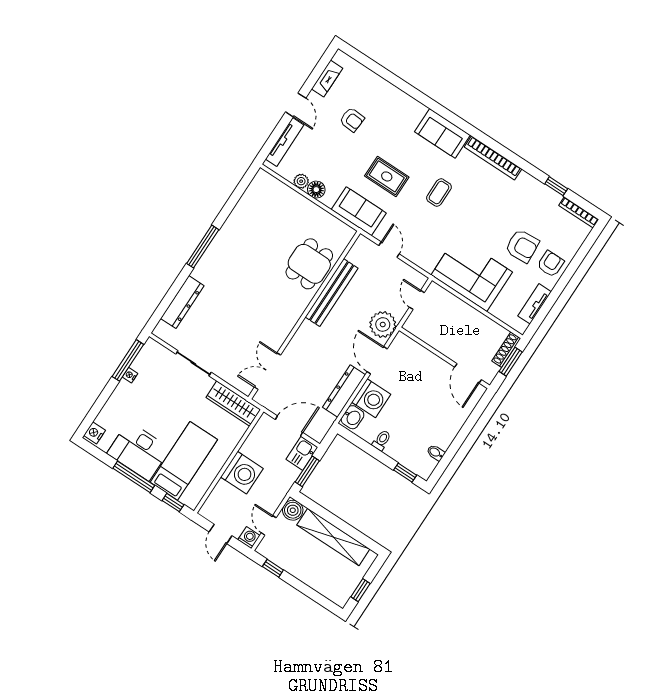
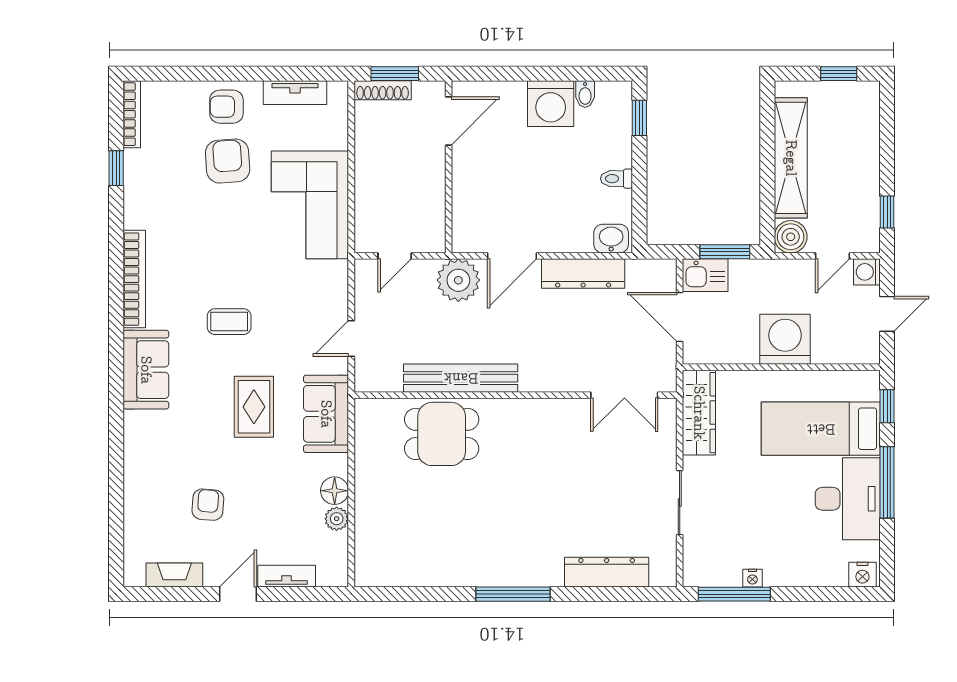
tv unit: (285, 142) -> (287, 576), width x0.71
washing machine: (371, 398) -> (551, 104), moved, turned 180

